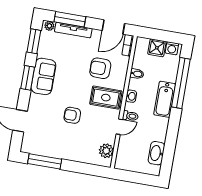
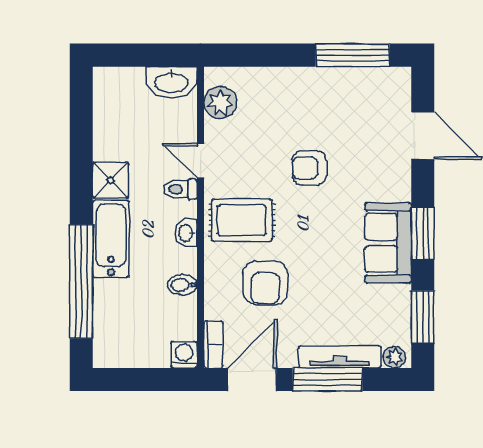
window: (70, 19) -> (327, 379), moved
shower: (157, 48) -> (111, 180), moved
washing machine: (172, 48) -> (184, 355), moved
armchair: (100, 68) -> (265, 283), turned 90
armchair: (72, 115) -> (309, 168), turned 180
door: (119, 127) -> (201, 161), hinge flipped
washbasin: (156, 153) -> (171, 82), moved, turned 90

